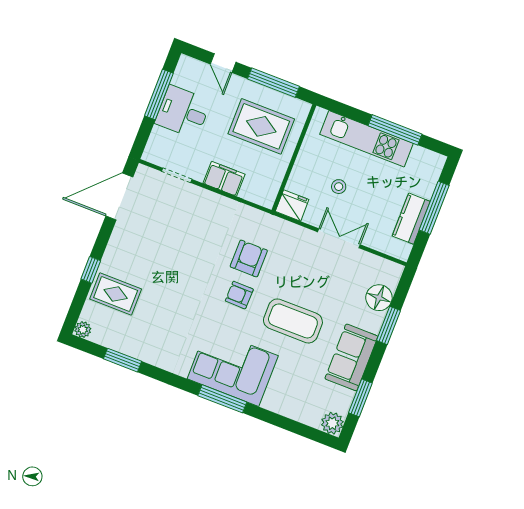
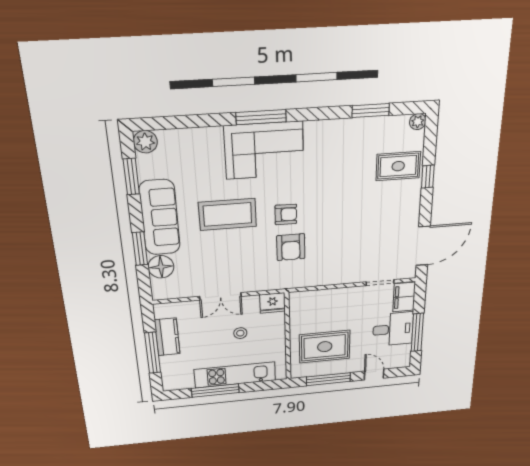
filing cabinet: (224, 179) -> (404, 297), moved, turned 90
sofa: (351, 357) -> (160, 218), width x1.36

